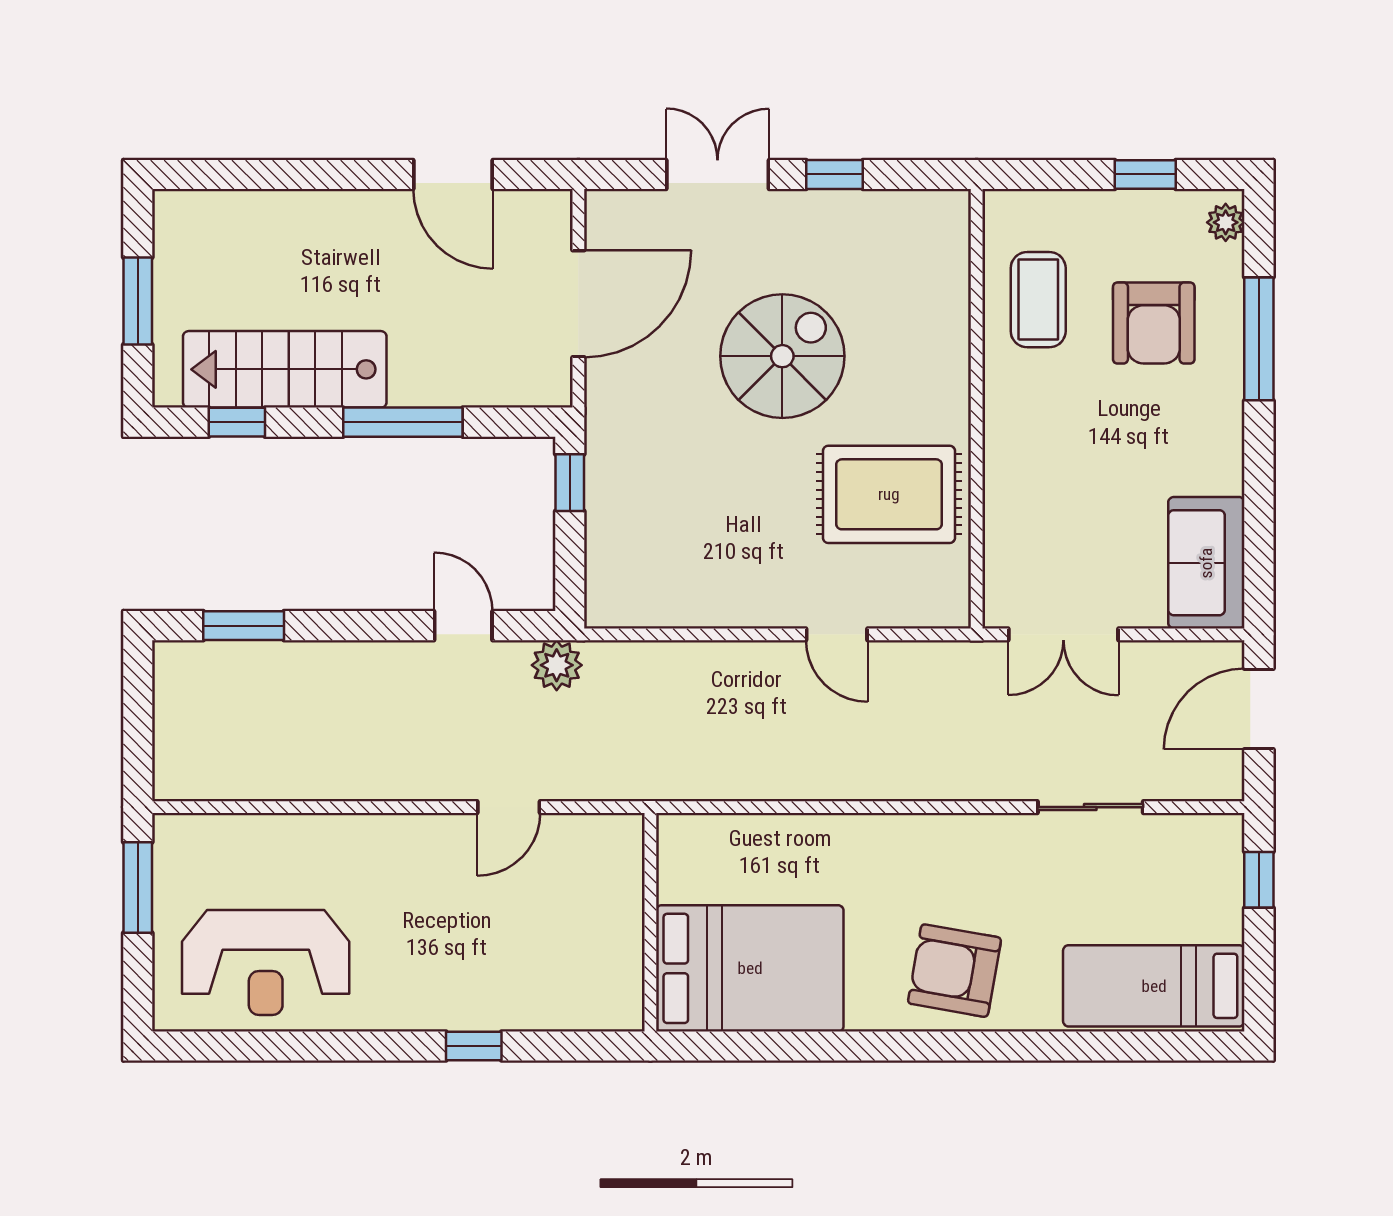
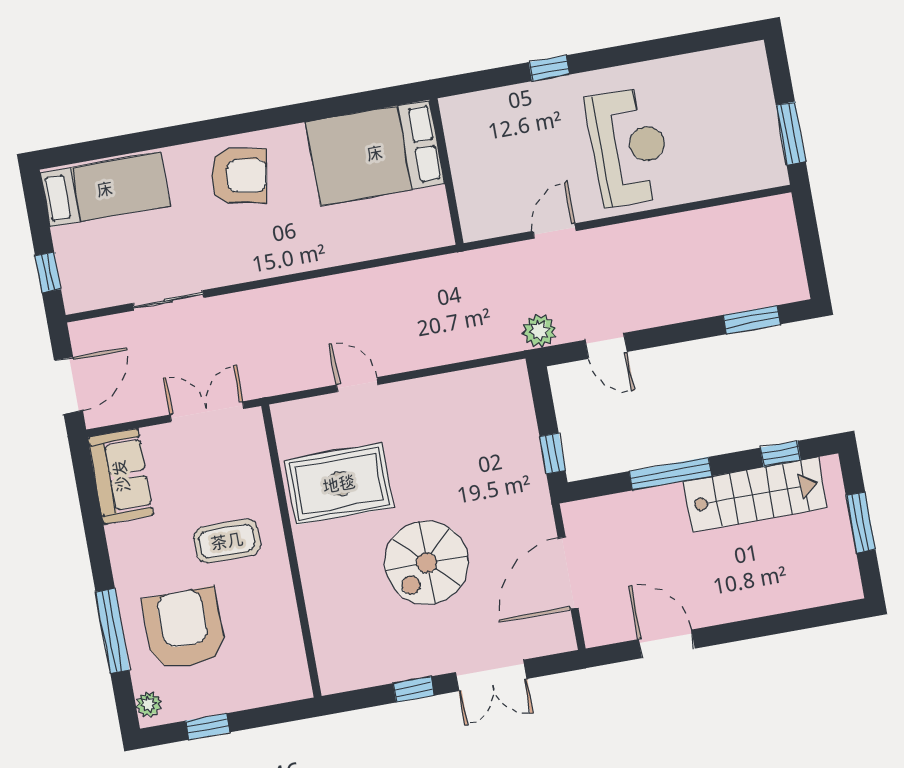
coffee table: (1038, 300) -> (227, 541), moved, turned 90
armchair: (1154, 323) -> (184, 629), width x1.36, depth x1.36
reception desk: (266, 962) -> (629, 147), moved, turned 90

